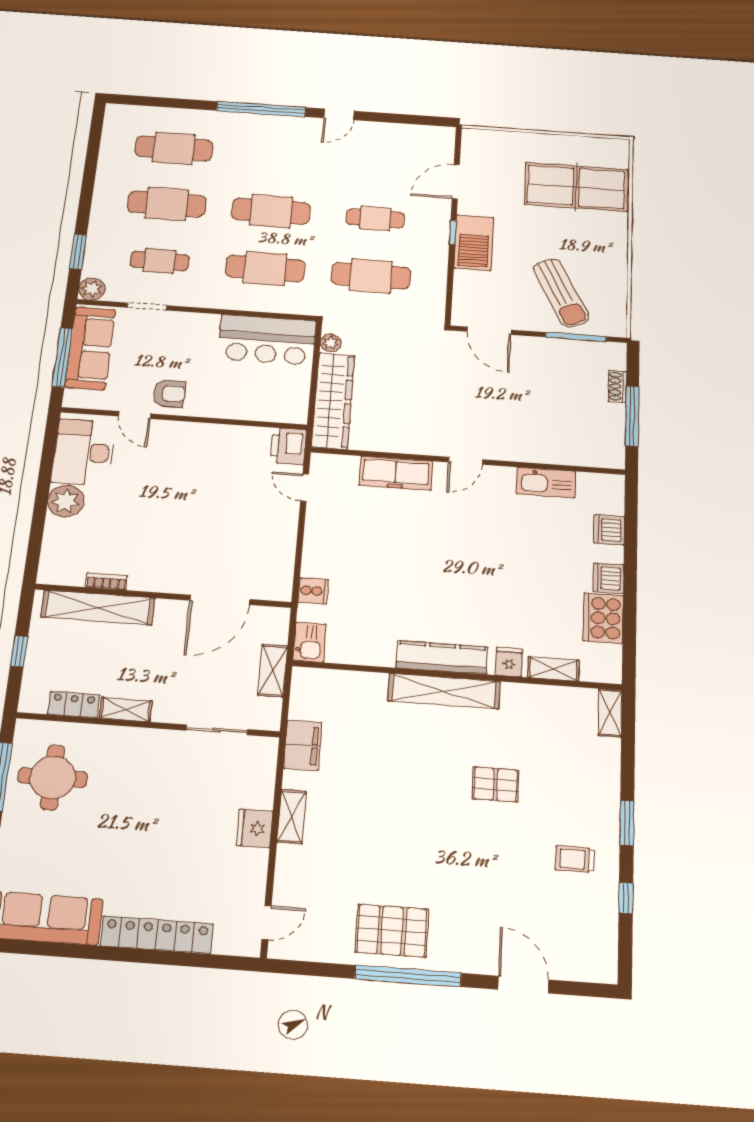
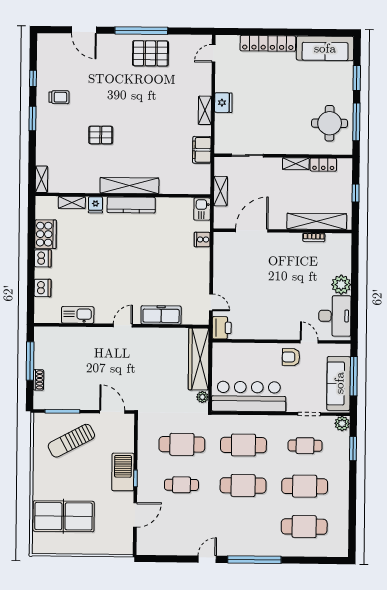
sun lounger: (561, 293) -> (71, 441), turned -92
bar counter: (267, 340) -> (249, 396), width x1.36

